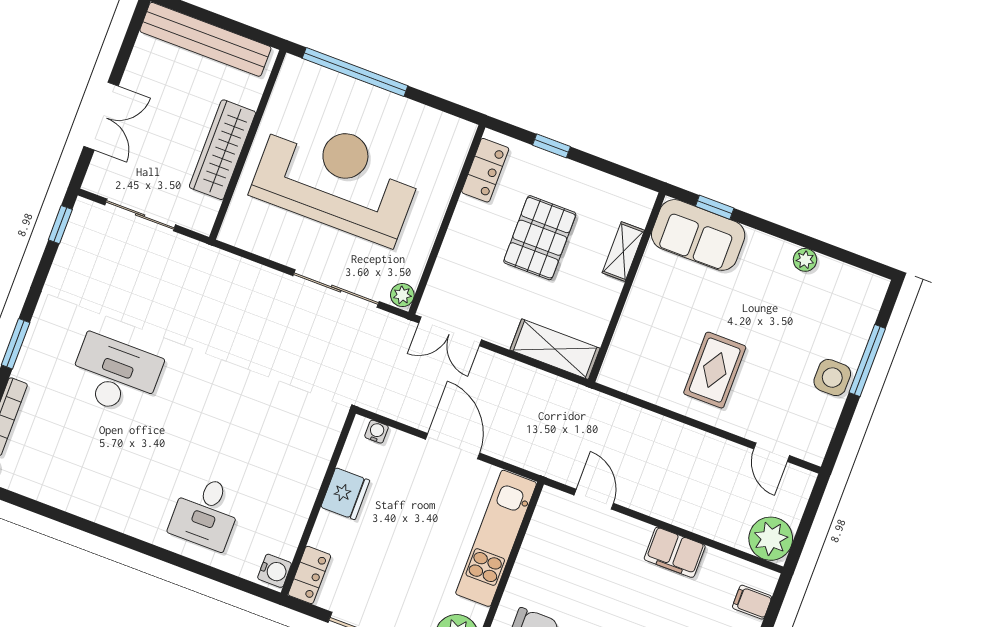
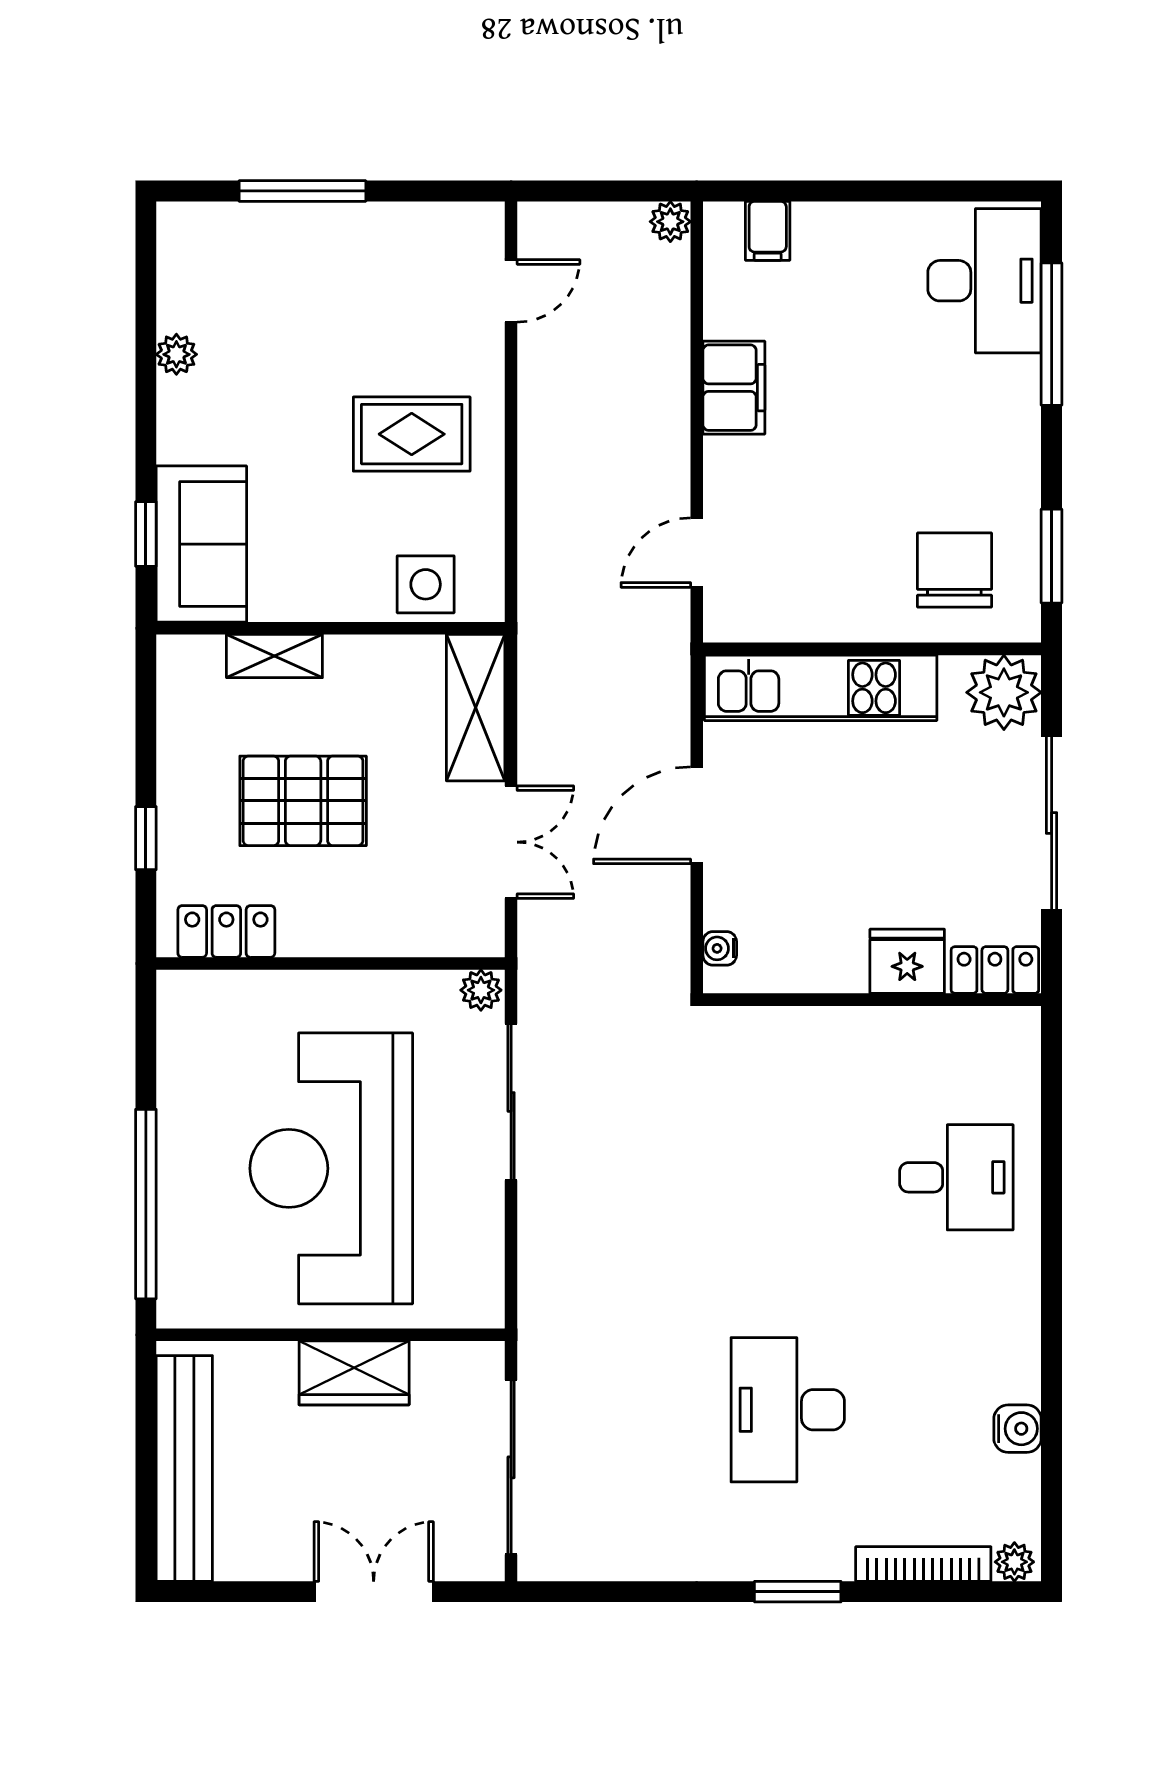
wardrobe: (222, 150) -> (354, 1373), width x0.67
sliding door: (140, 215) -> (511, 1467), width x1.37
window: (60, 225) -> (576, 1592), removed
double door: (450, 331) -> (511, 842), moved
side table: (832, 378) -> (426, 584), moved
fridge: (345, 494) -> (907, 961), moved
plant: (771, 539) -> (670, 222), width x0.53, depth x0.53
water cooler: (275, 571) -> (1017, 1429), moved, turned 90

